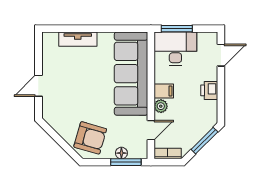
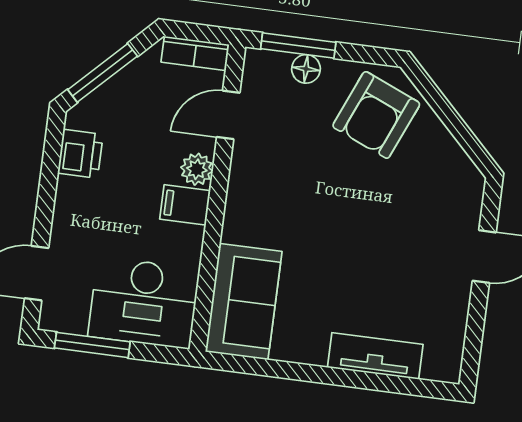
window: (177, 29) -> (92, 345), moved
sofa: (131, 74) -> (244, 302), width x0.54, depth x0.79
printer: (209, 90) -> (80, 154), moved
armchair: (90, 138) -> (376, 115), turned -83

